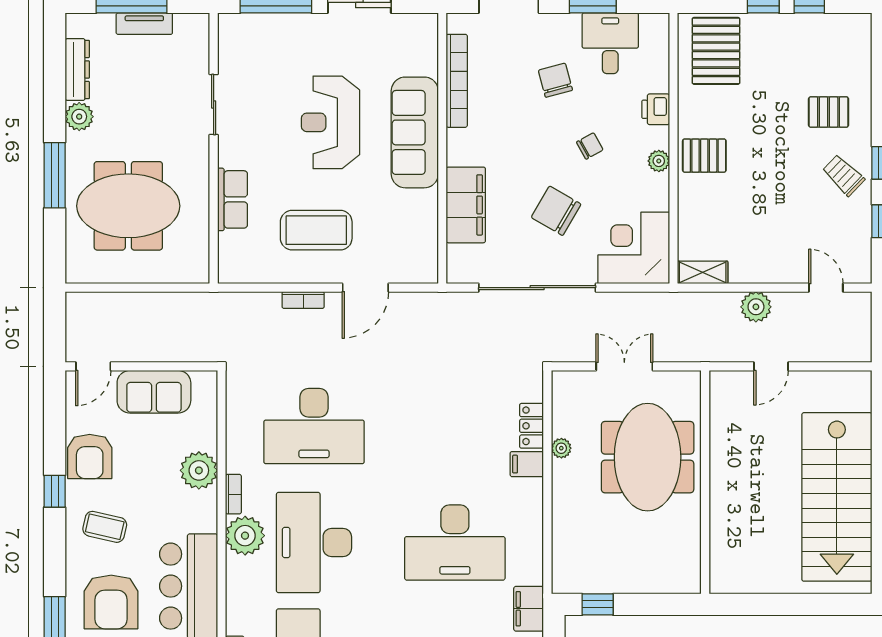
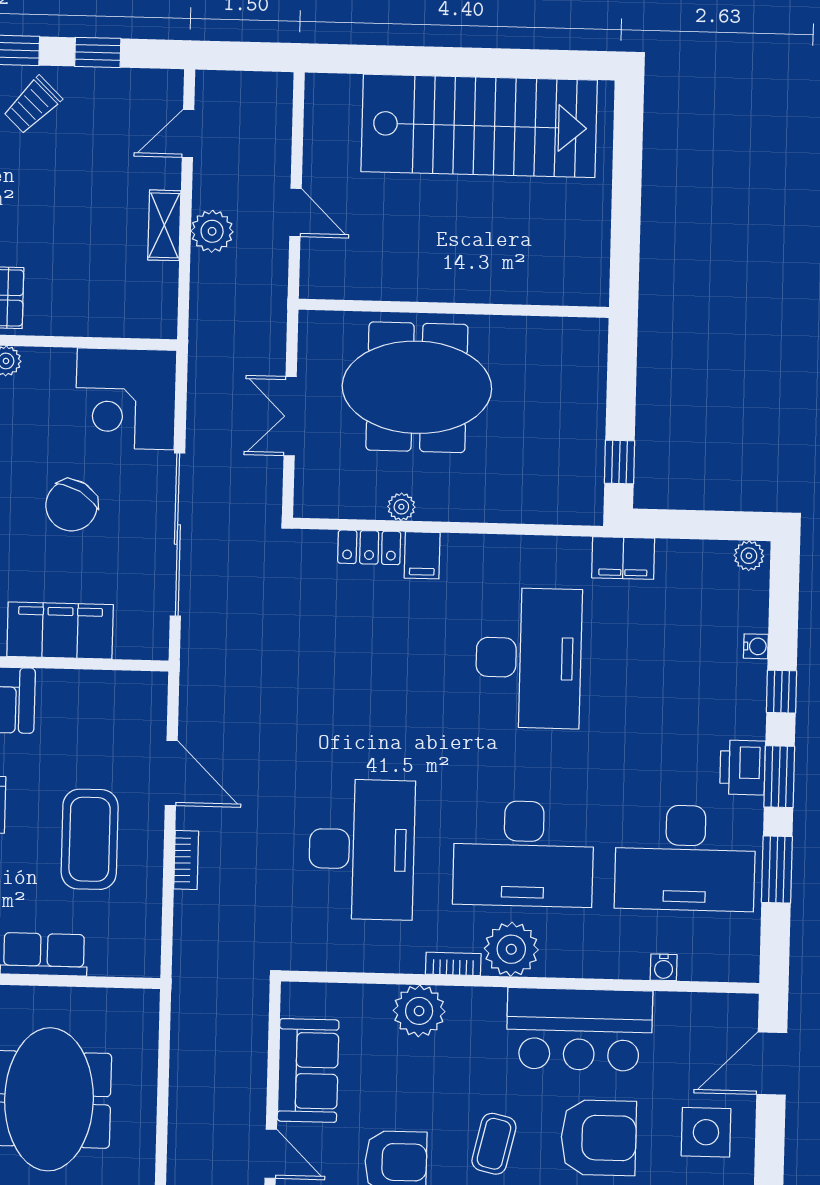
shelving: (703, 272) -> (164, 225), moved

